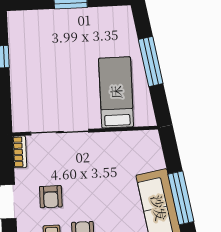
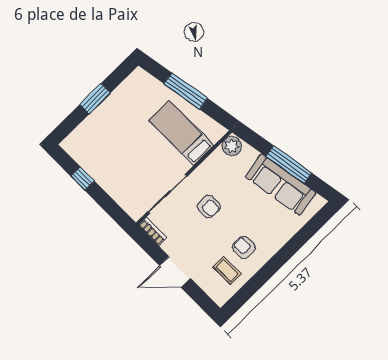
plant: (148, 140) -> (232, 146), added
armchair: (51, 197) -> (209, 206), moved

